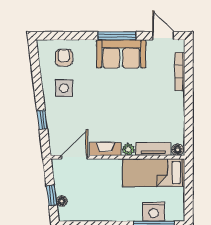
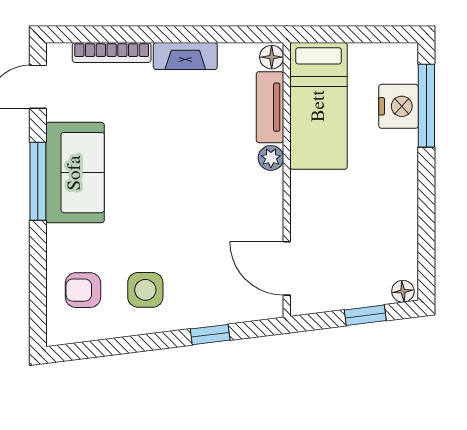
fireplace: (105, 149) -> (185, 56), moved, turned -90
floor lamp: (62, 201) -> (403, 291), moved

